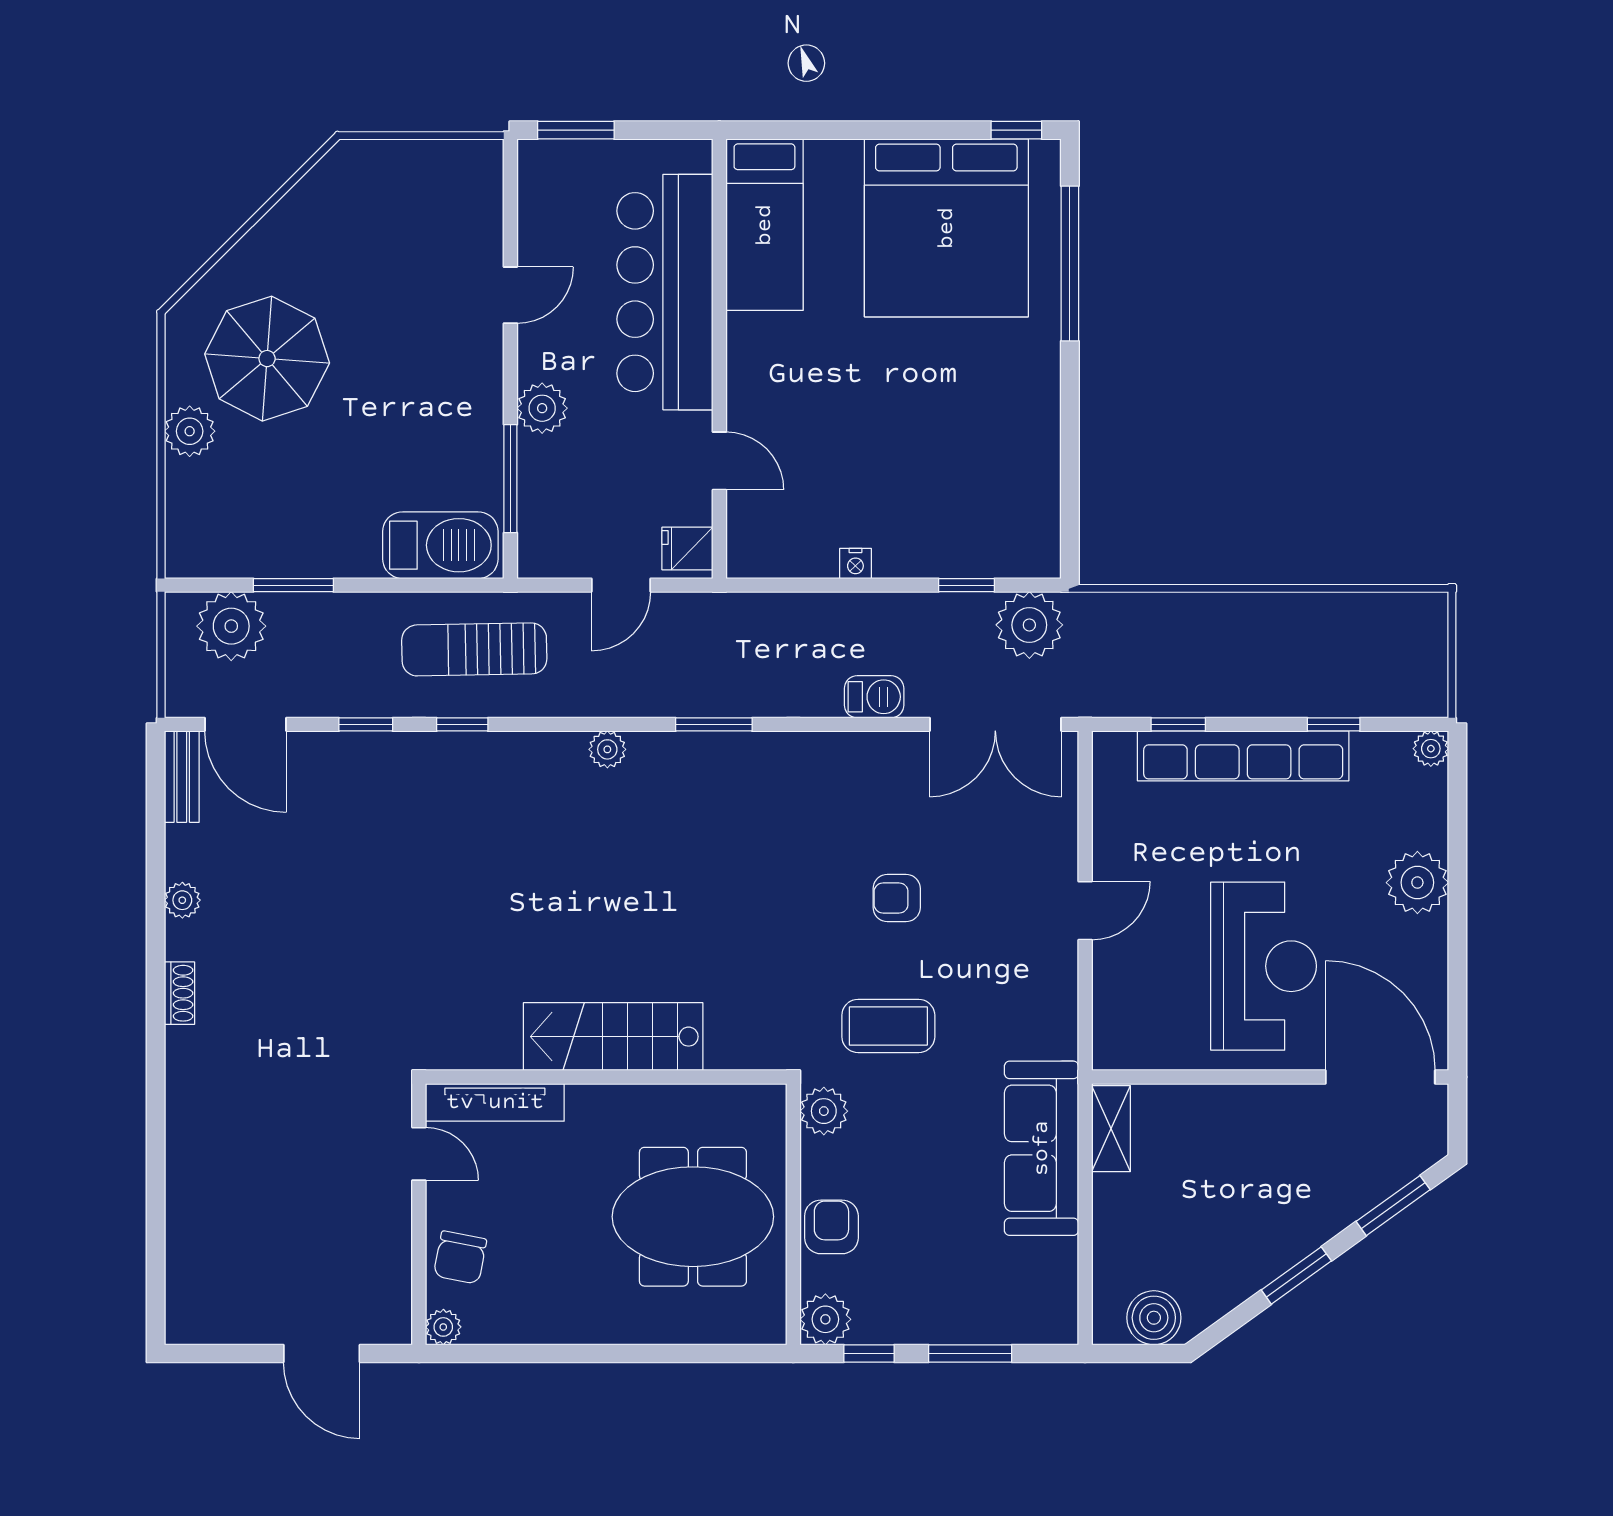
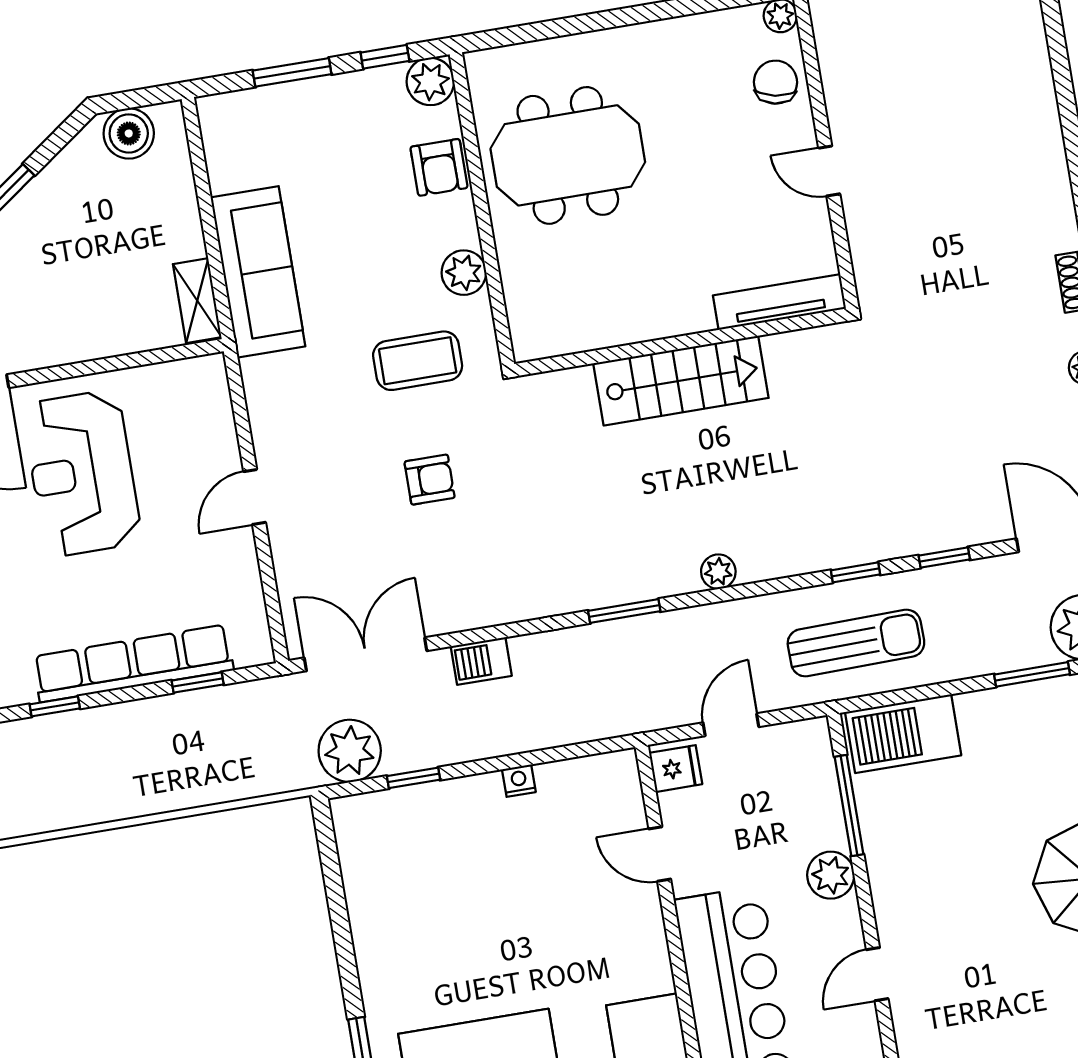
stairs: (613, 1037) -> (681, 381), moved
wall: (606, 1077) -> (681, 342), moved
tv unit: (495, 1102) -> (779, 302), moved

